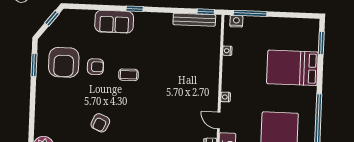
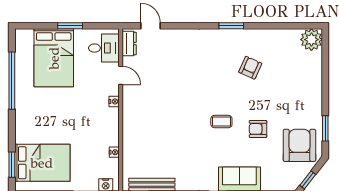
armchair: (64, 62) -> (299, 145), moved
bed: (292, 68) -> (42, 163), moved

